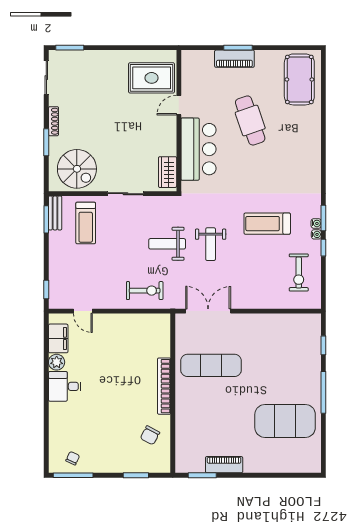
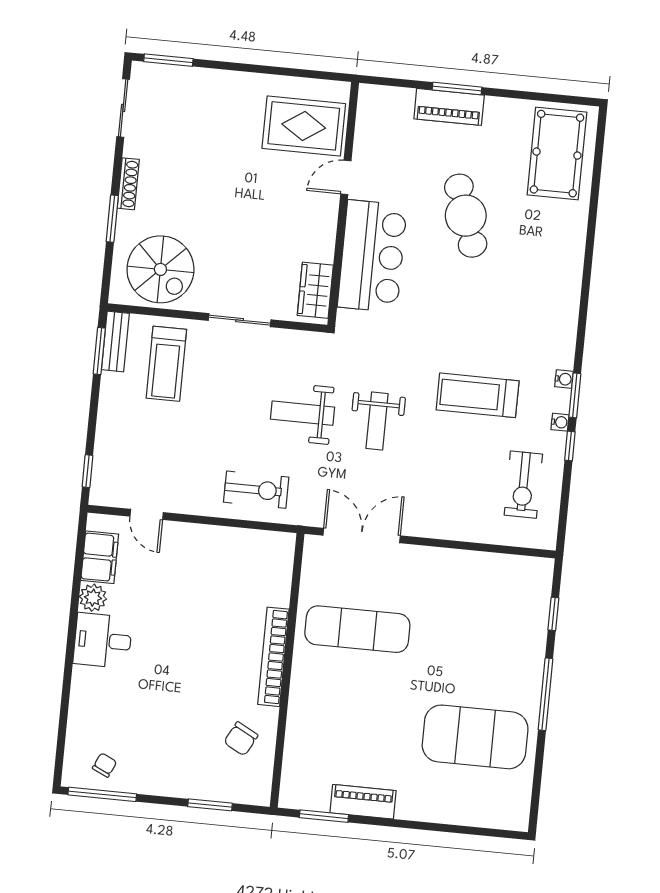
water cooler: (316, 223) -> (564, 379), moved

